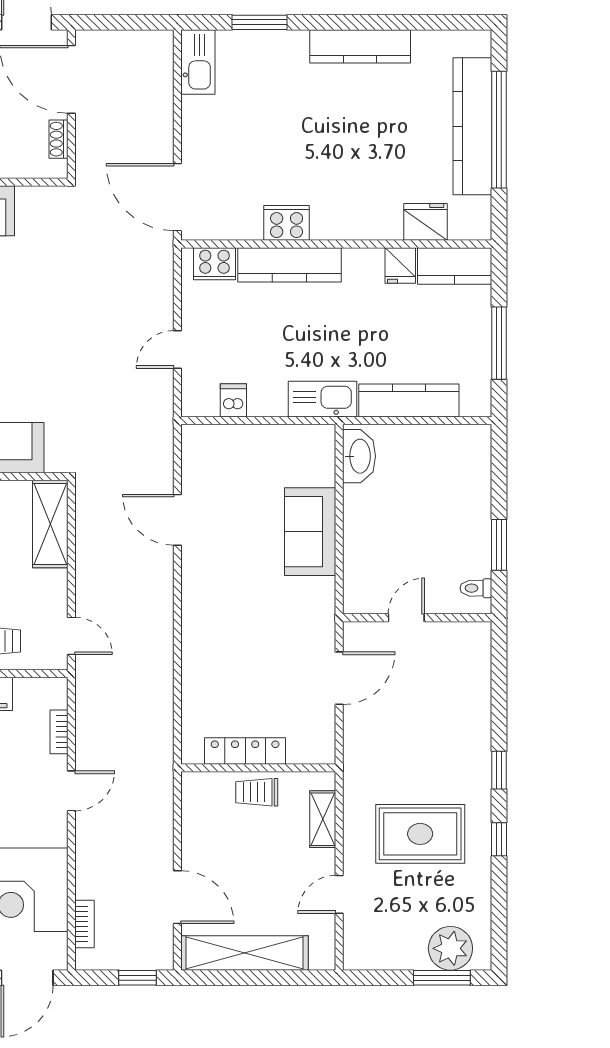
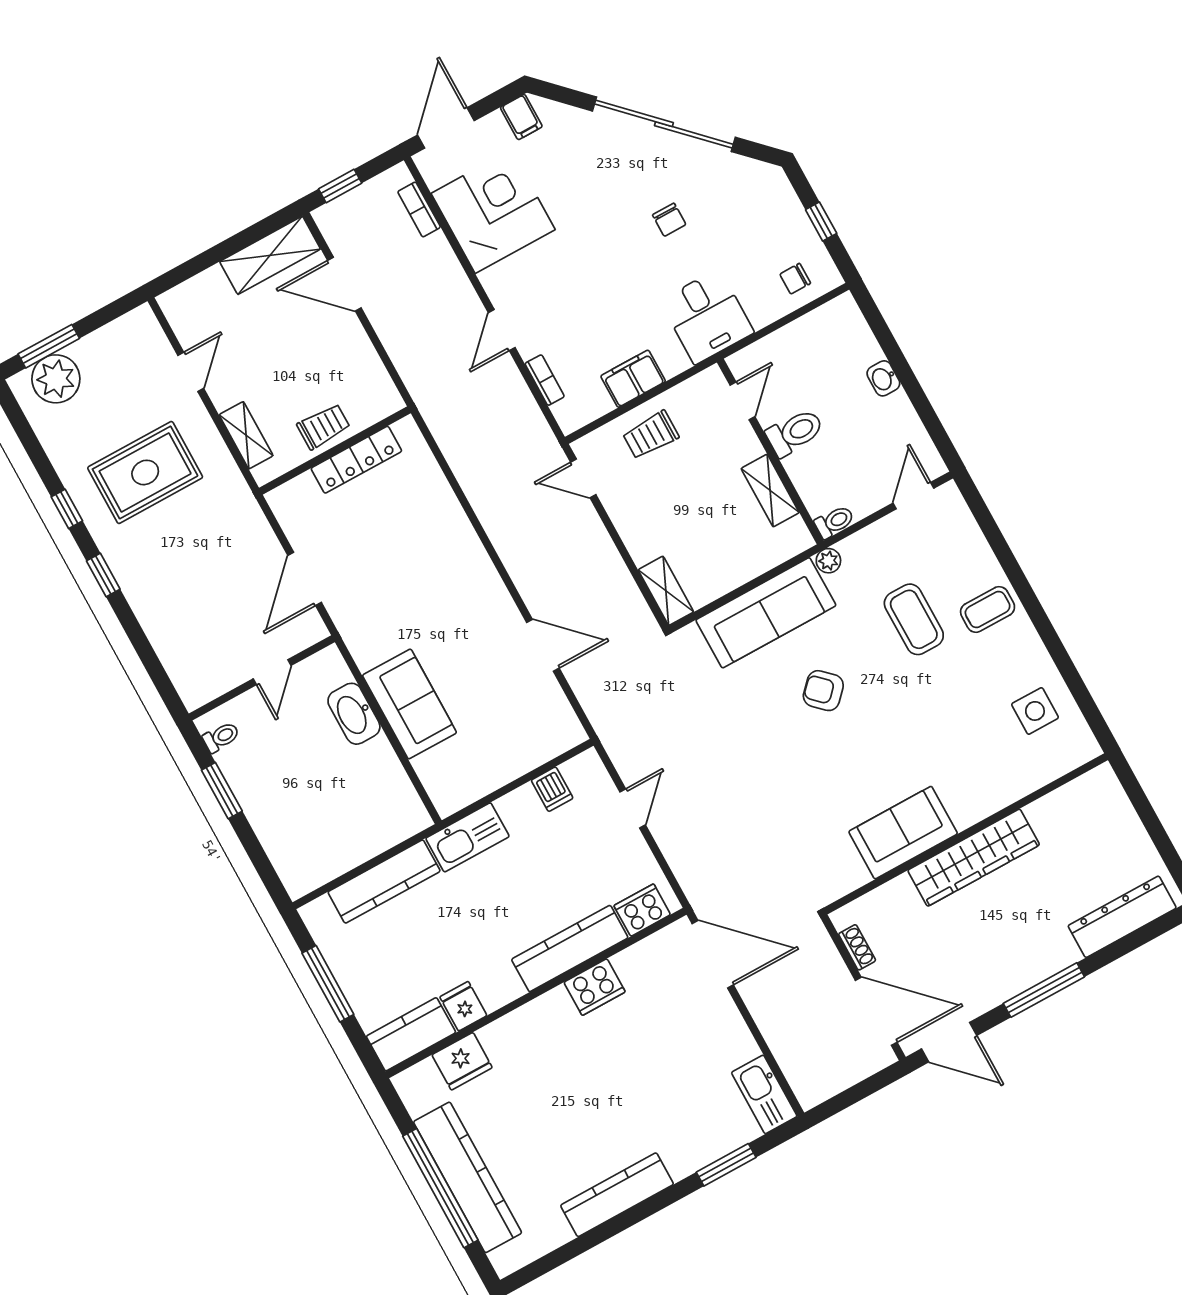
washbasin: (359, 456) -> (354, 714), moved
shelving: (50, 524) -> (666, 591), width x0.67, depth x0.75
shelving: (244, 953) -> (270, 255), width x0.68

